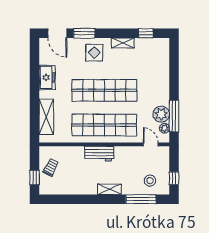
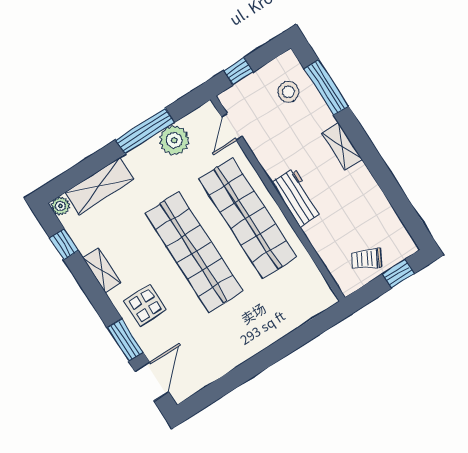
freezer: (47, 77) -> (230, 354), removed
window: (174, 116) -> (145, 131), moved
shelving: (46, 117) -> (99, 186), moved
plant: (164, 128) -> (60, 206), moved
window: (174, 178) -> (239, 71), moved

